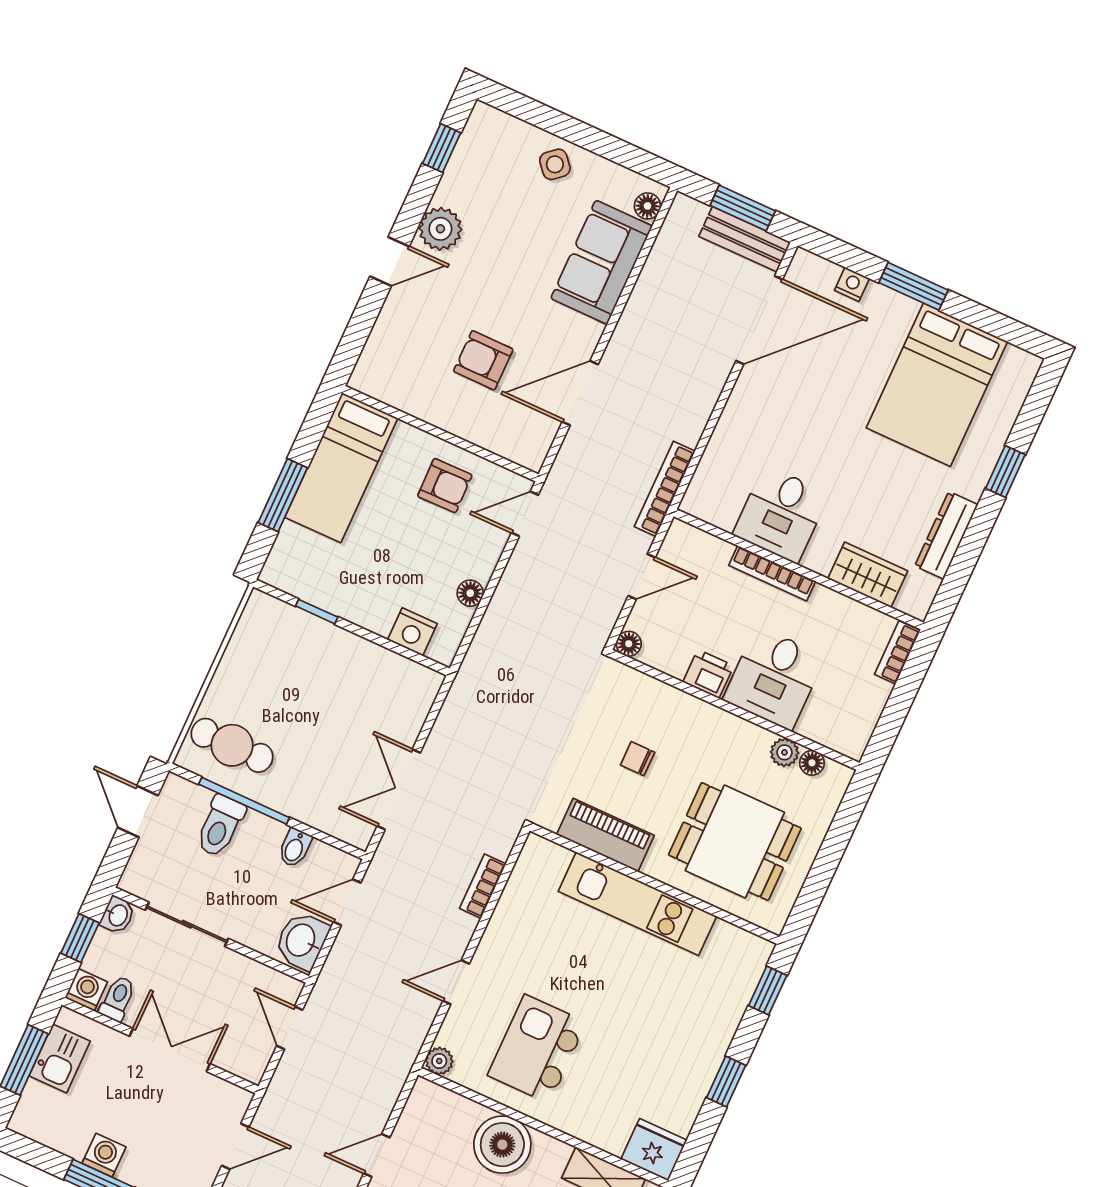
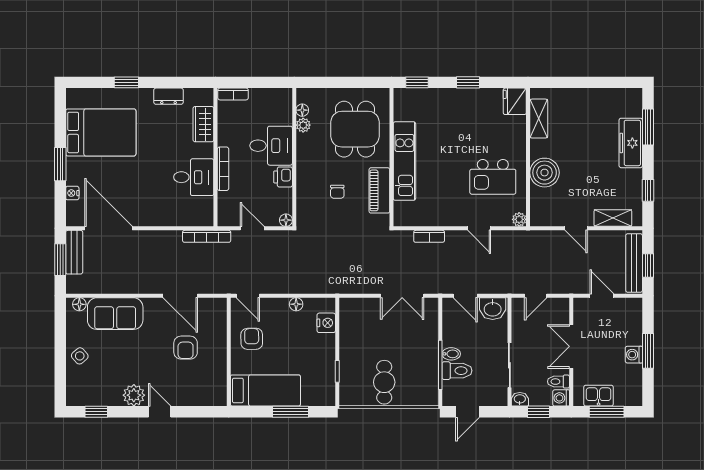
dresser: (946, 535) -> (168, 96), width x0.70
cafe table: (232, 745) -> (384, 382), moved
bidet: (295, 848) -> (451, 354), moved

